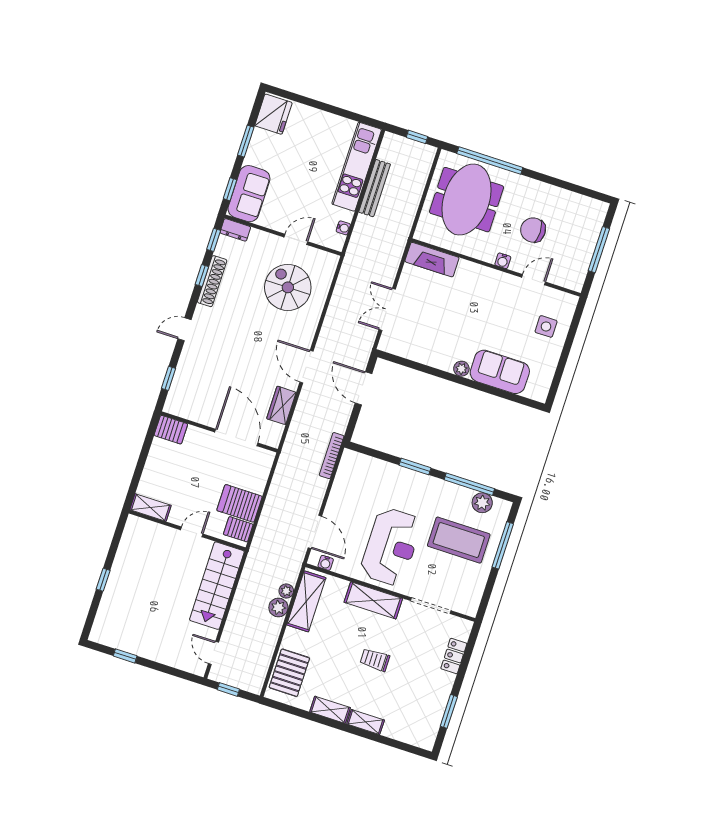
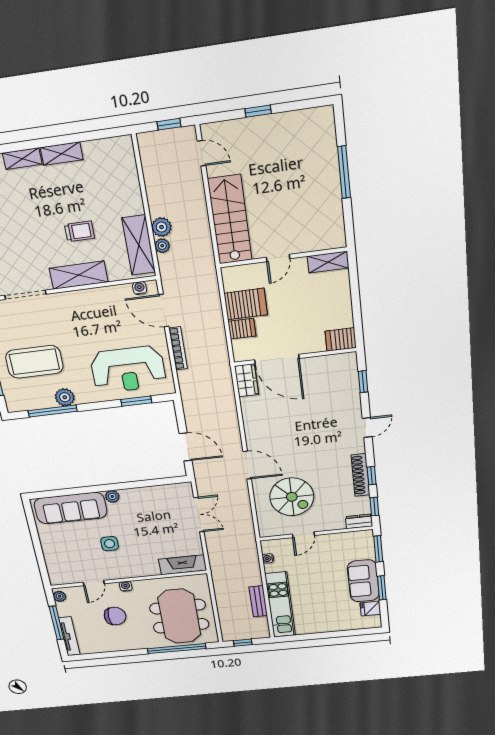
fridge: (273, 114) -> (370, 609), width x0.53, depth x0.75
bench: (375, 188) -> (258, 601), width x0.73
window: (230, 189) -> (378, 549), width x1.50
sofa: (249, 194) -> (363, 581), moved
tv unit: (595, 227) -> (69, 636), added
plant: (577, 280) -> (60, 596), added
side table: (546, 326) -> (110, 544), moved
door: (306, 367) -> (247, 465), moved
sofa: (500, 372) -> (71, 508), width x1.36
wardrobe: (281, 405) -> (247, 380), moved
bookcase: (332, 456) -> (178, 348), moved
window: (415, 466) -> (136, 401), moved
plant: (482, 503) -> (65, 397), moved
server rack: (238, 529) -> (242, 329), moved
reception desk: (391, 547) -> (128, 369), moved, turned -90
window: (103, 580) -> (344, 172), width x2.17
window: (125, 656) -> (258, 111), moved
trolley: (375, 660) -> (79, 231), moved
pallet: (289, 673) -> (119, 170), removed

